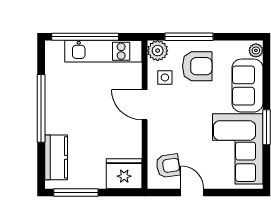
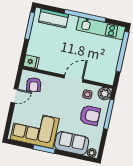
kitchen unit: (103, 51) -> (101, 28), moved, turned -90
armchair: (197, 66) -> (90, 115), turned -90
fridge: (124, 174) -> (31, 62), width x0.53, depth x0.75

